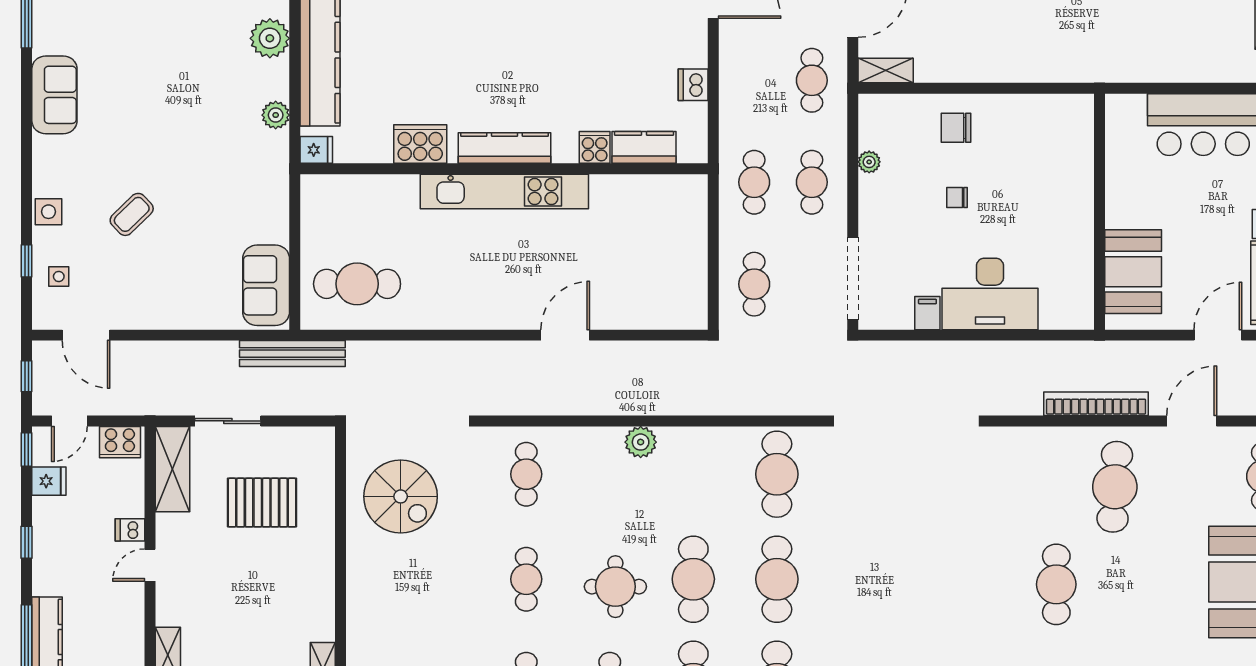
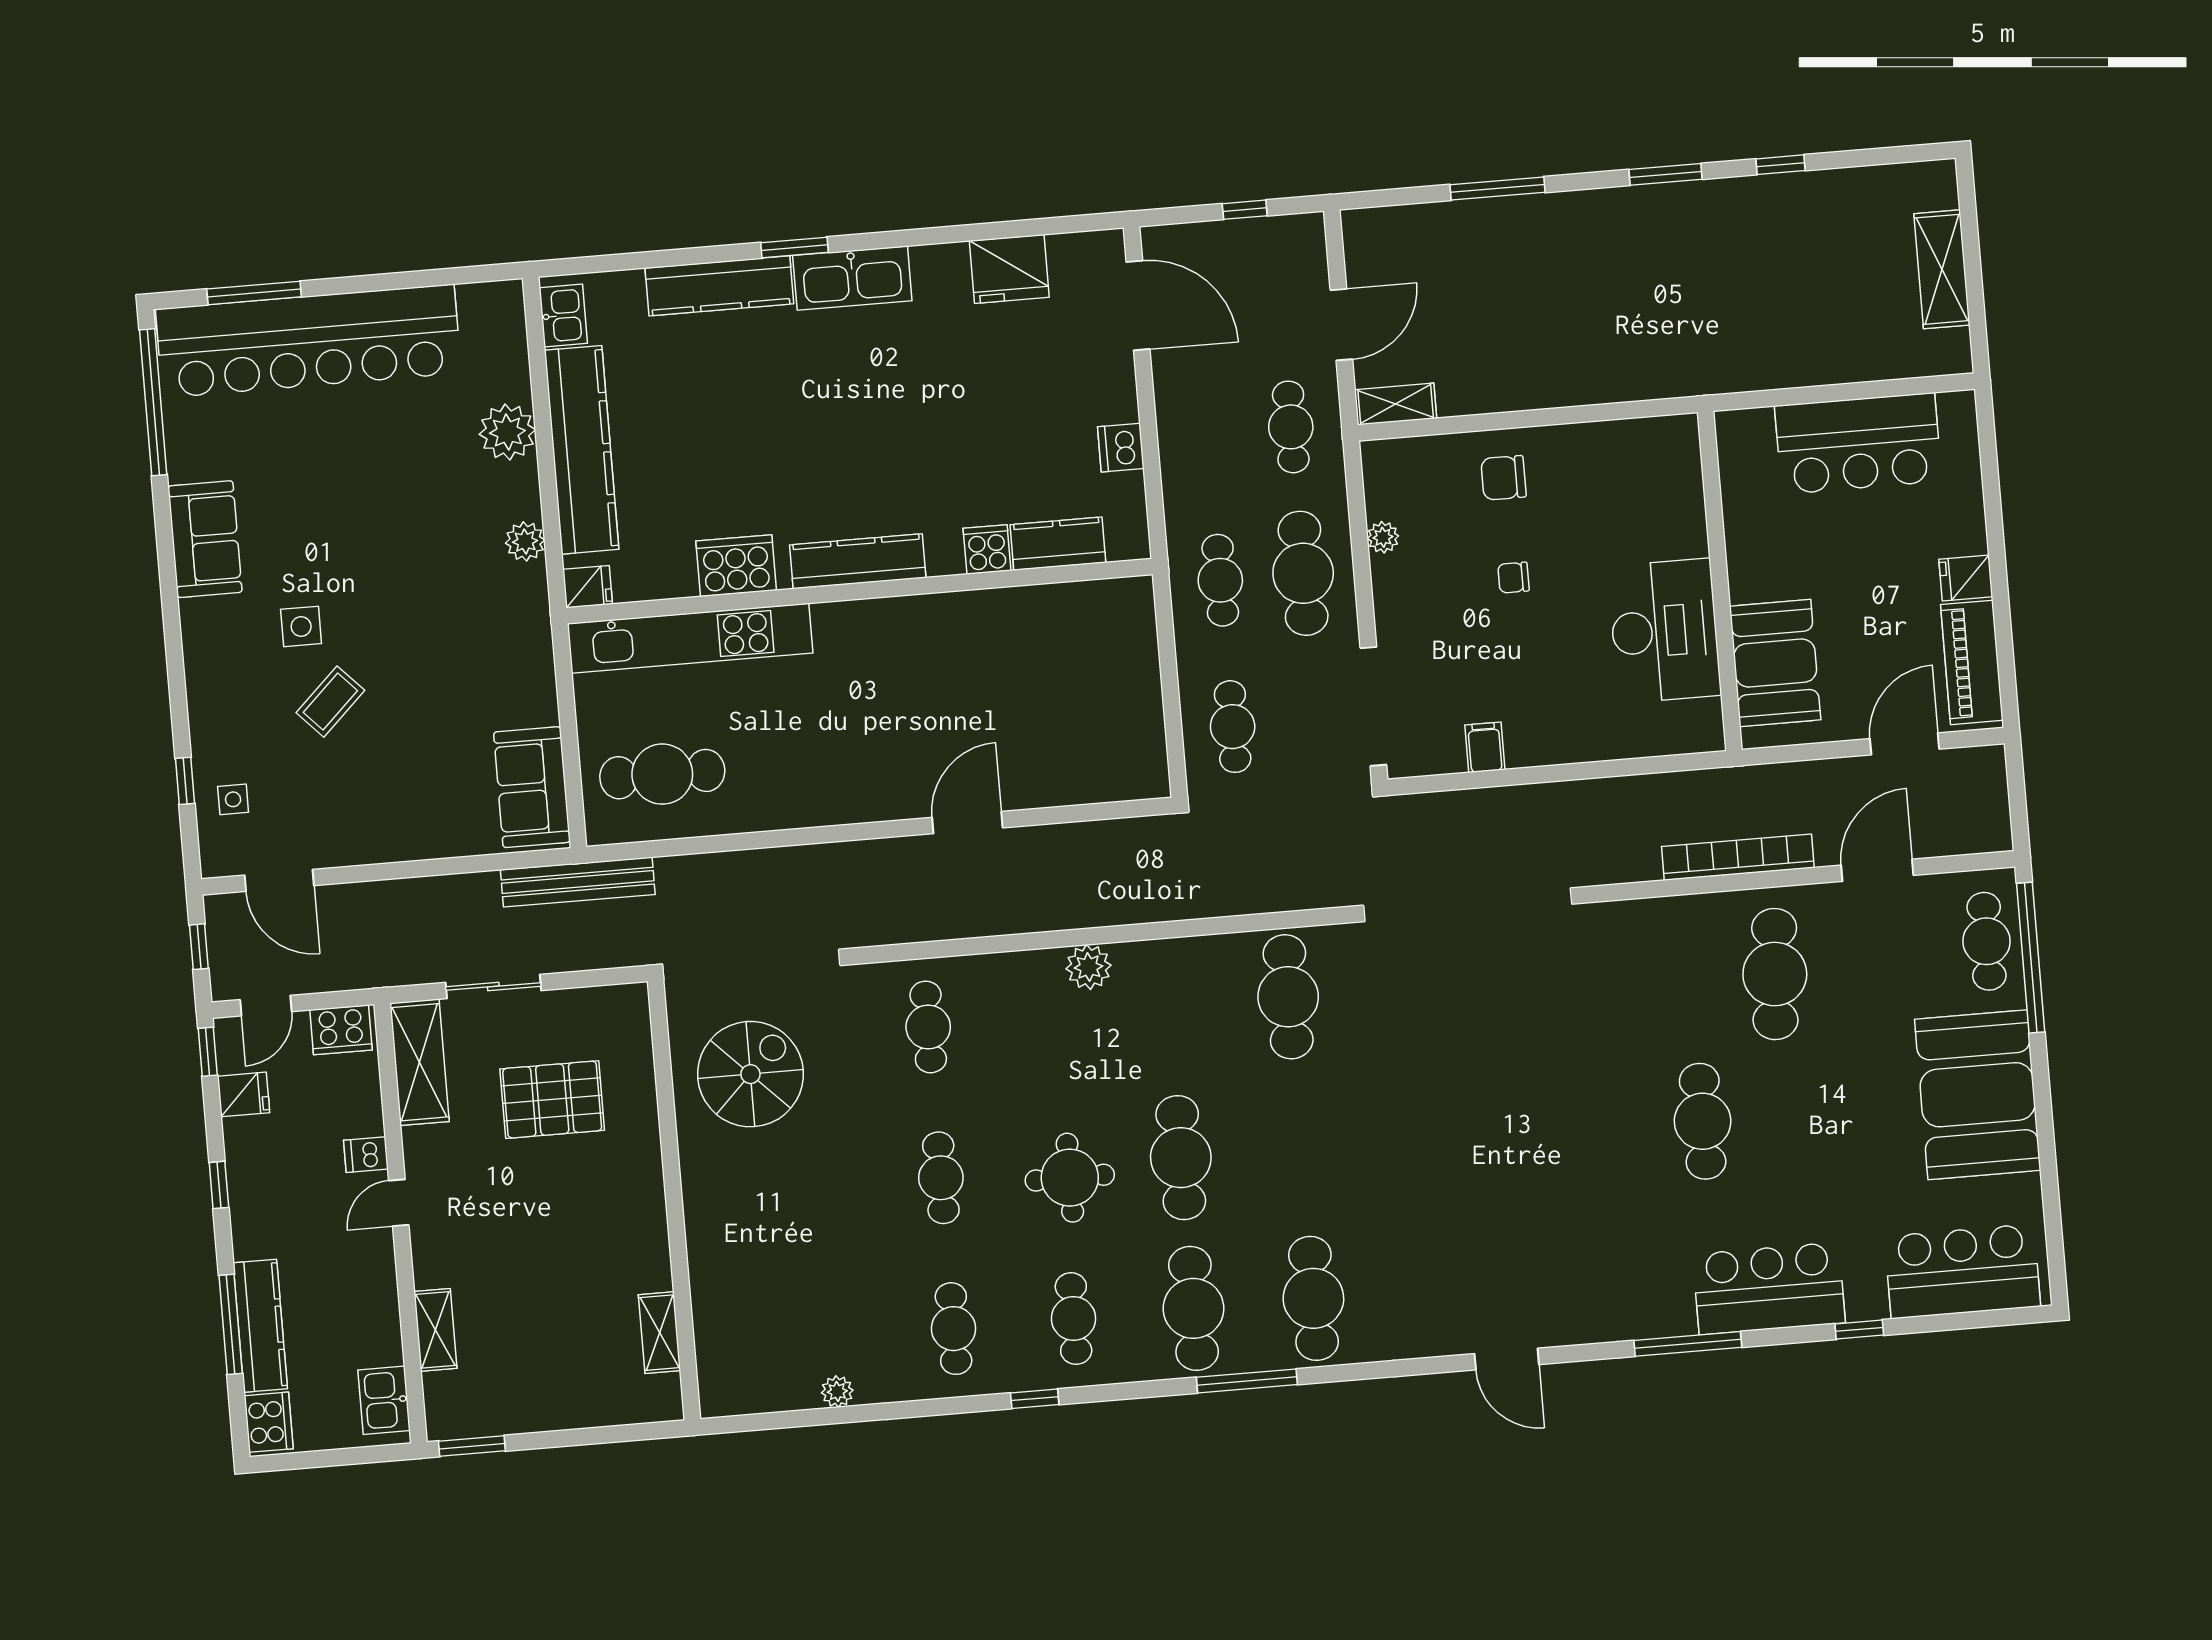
cafe table: (812, 182) -> (1303, 573), width x1.37, depth x1.35
kitchen unit: (504, 192) -> (690, 638), moved
side table: (49, 212) -> (301, 626), moved
desk: (990, 294) -> (1664, 631), moved, turned -90
spiral stairs: (401, 496) -> (750, 1074), turned -90
cafe table: (777, 579) -> (1301, 1148), removed

